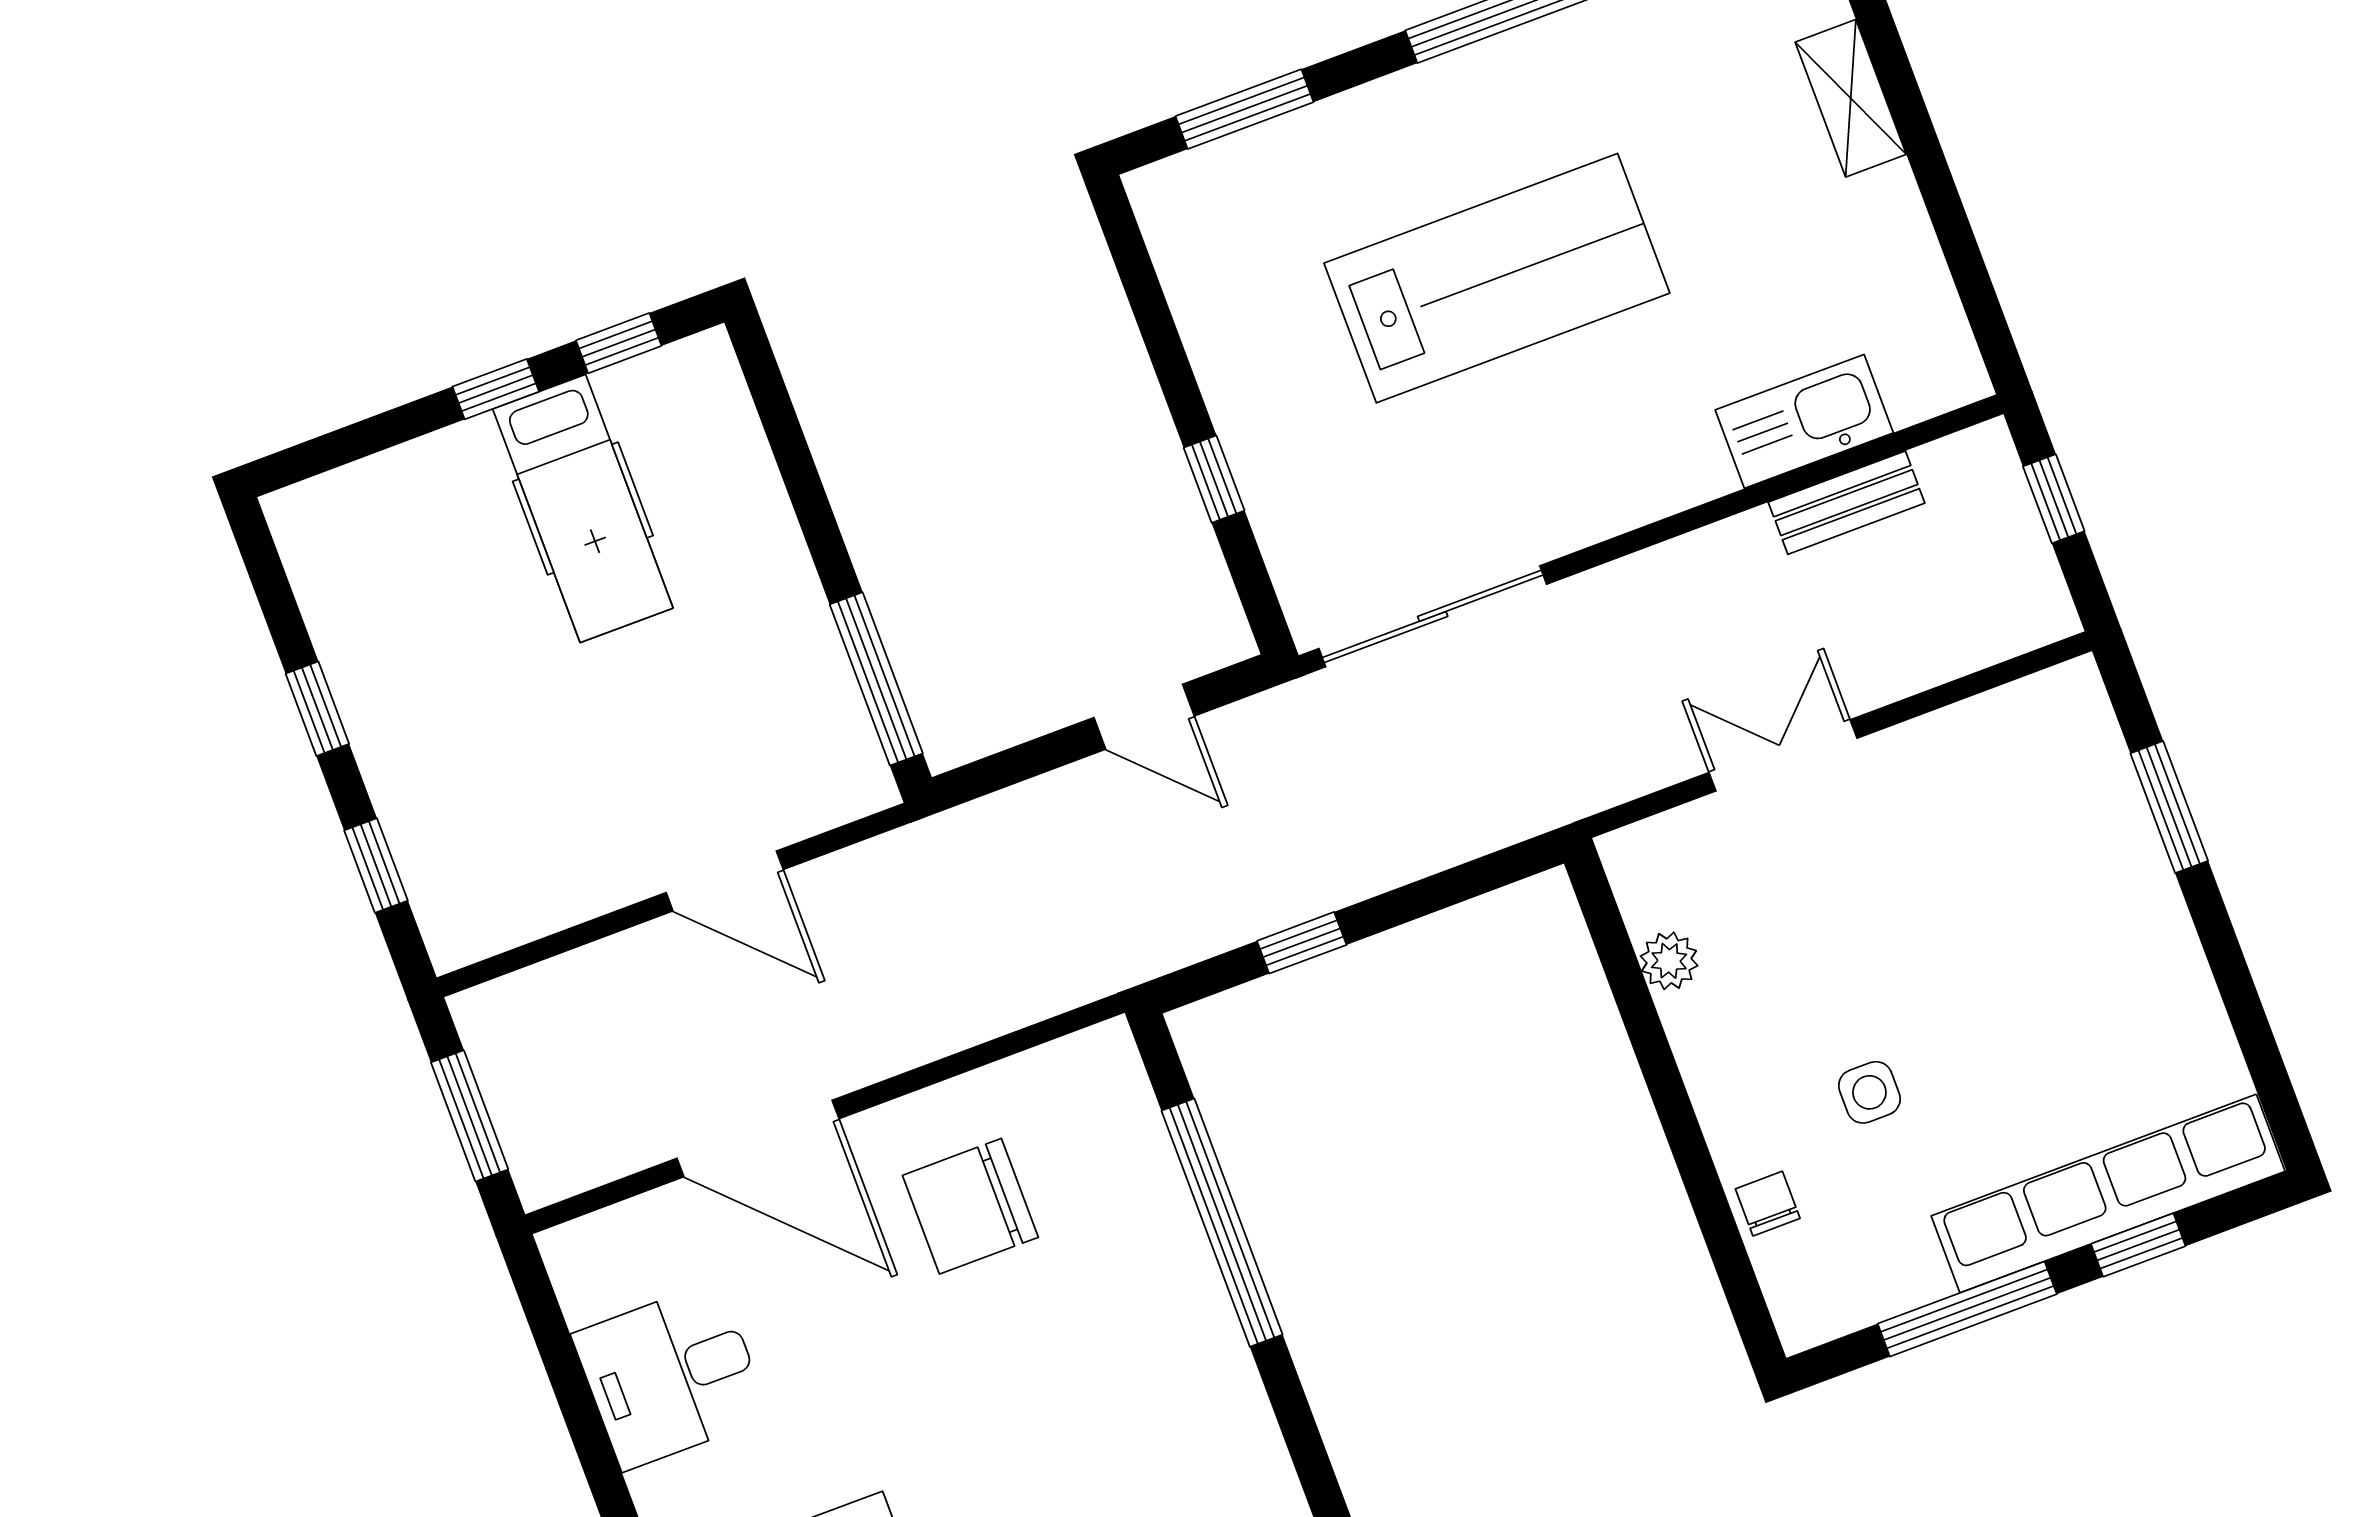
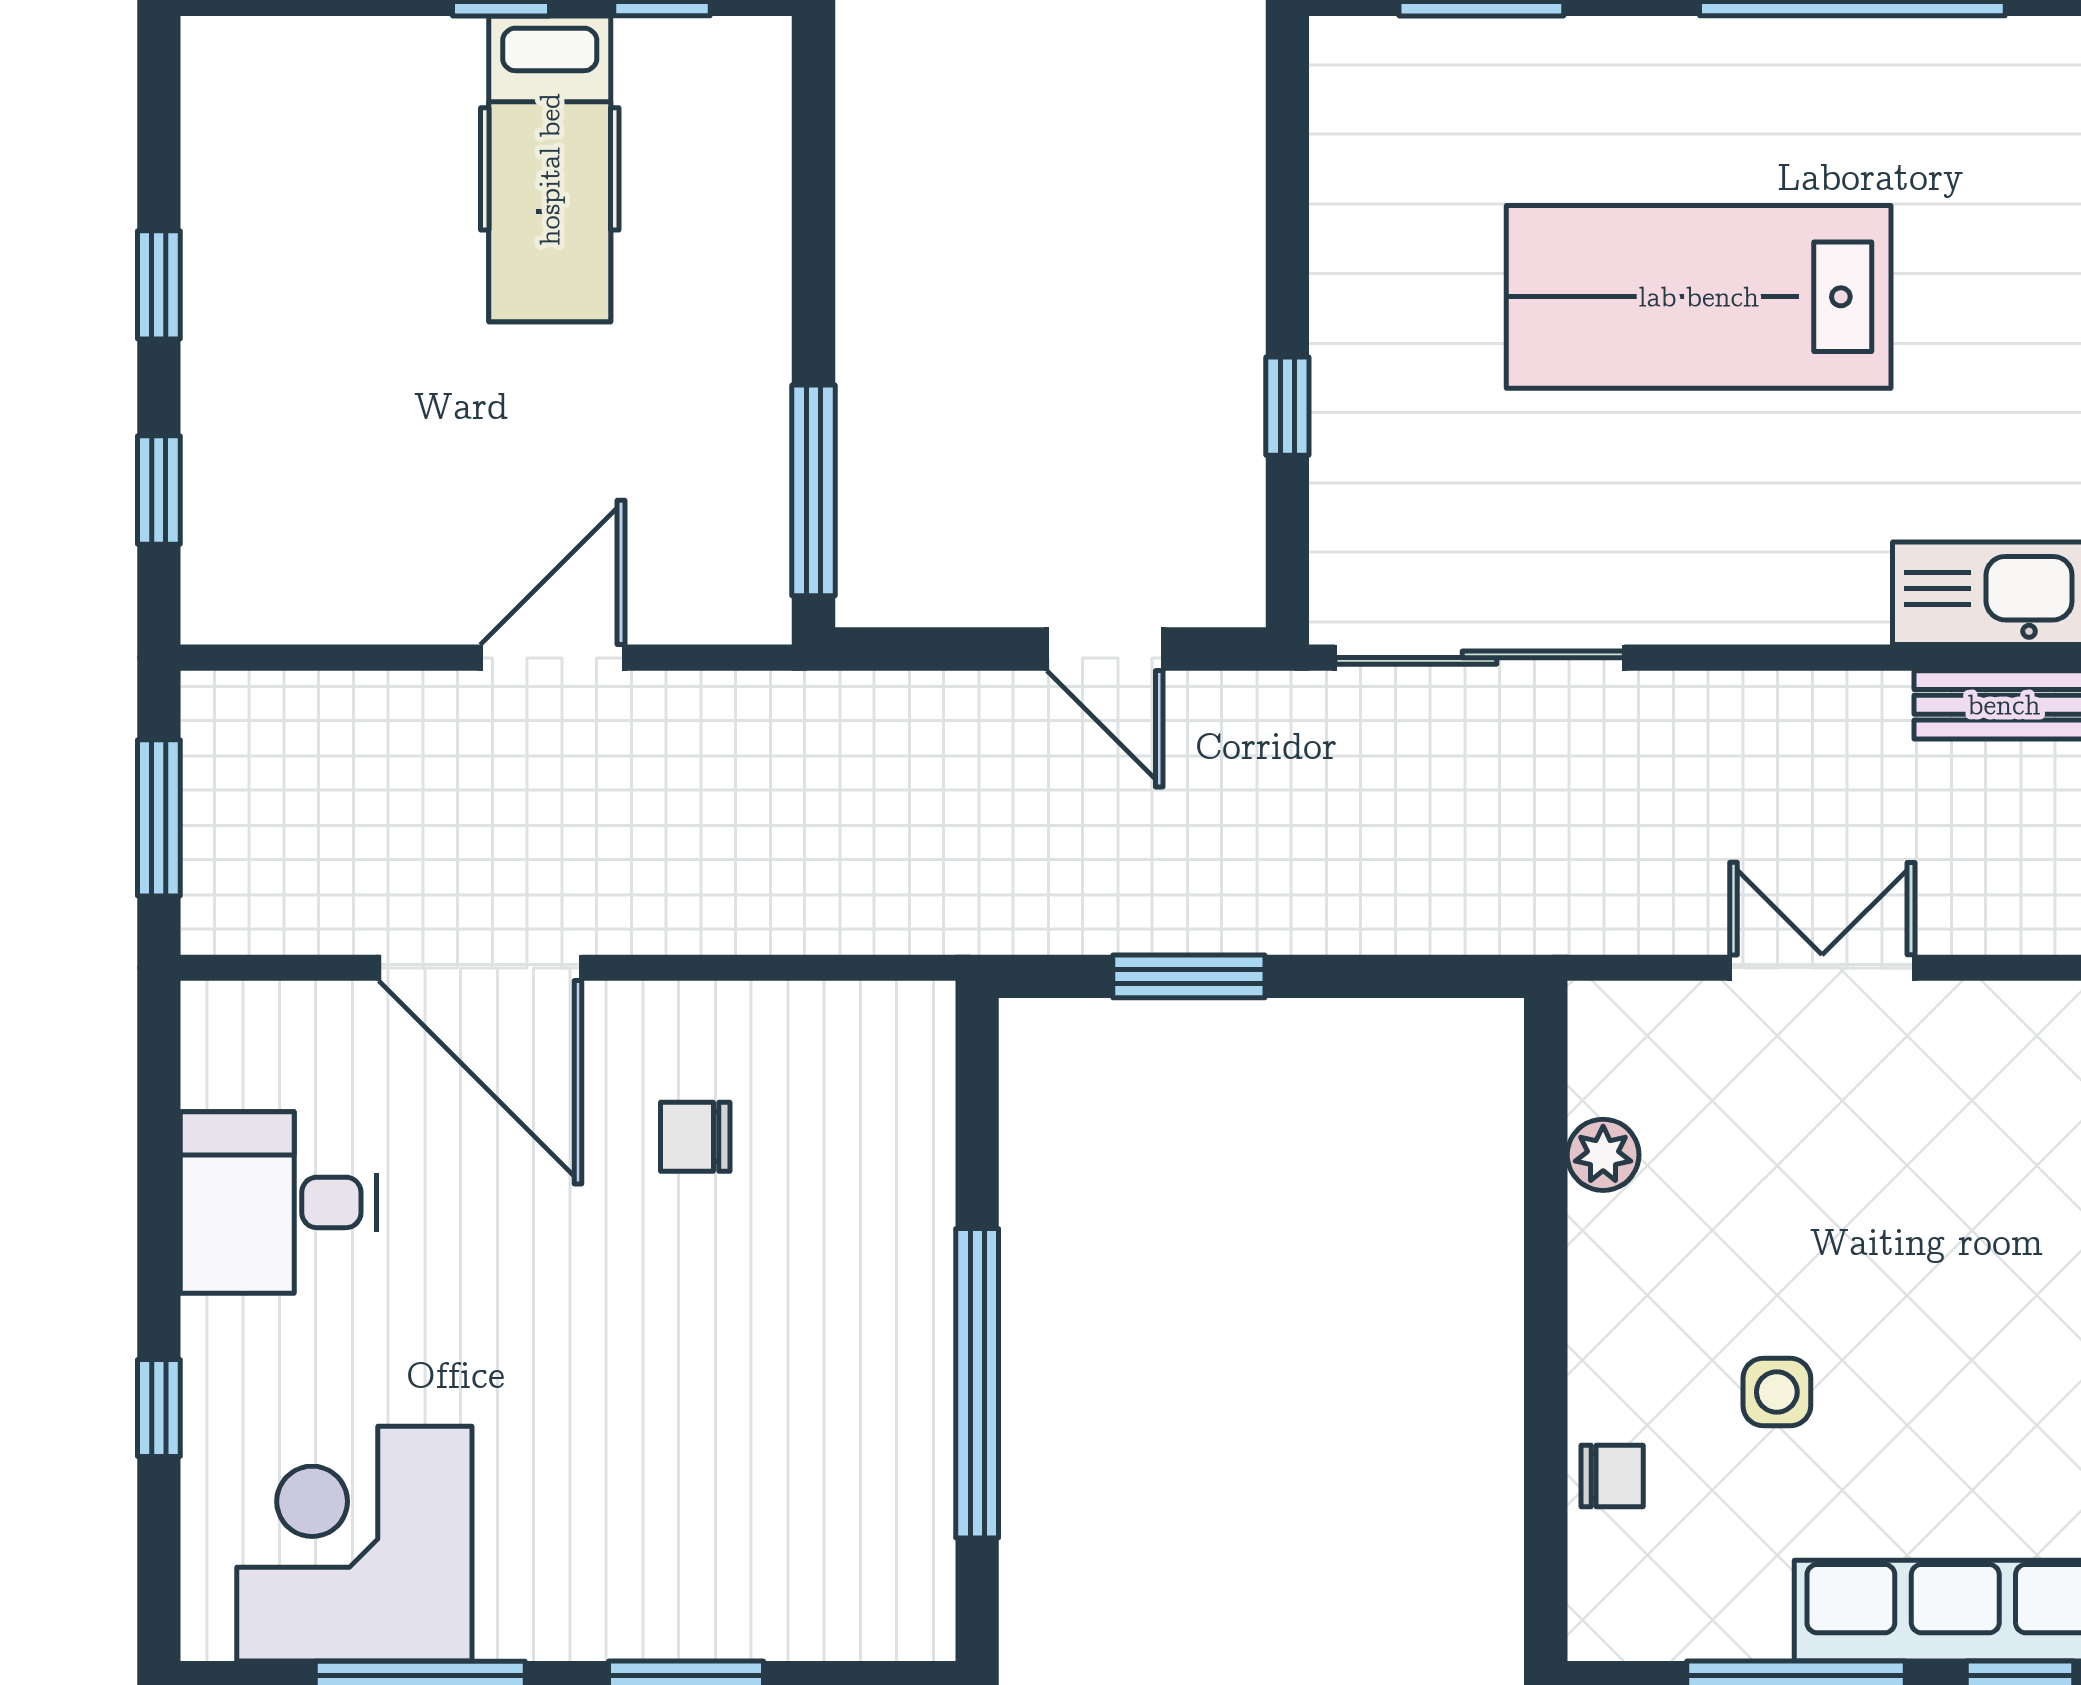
lab bench: (1497, 278) -> (1699, 297), turned 180
door: (725, 881) -> (553, 658), swing flipped
window: (1302, 943) -> (1189, 976), width x1.50
chair: (1768, 1204) -> (1612, 1476), turned 90
chair: (970, 1206) -> (695, 1137), width x0.54, depth x0.54
window: (1222, 1223) -> (977, 1383), moved

